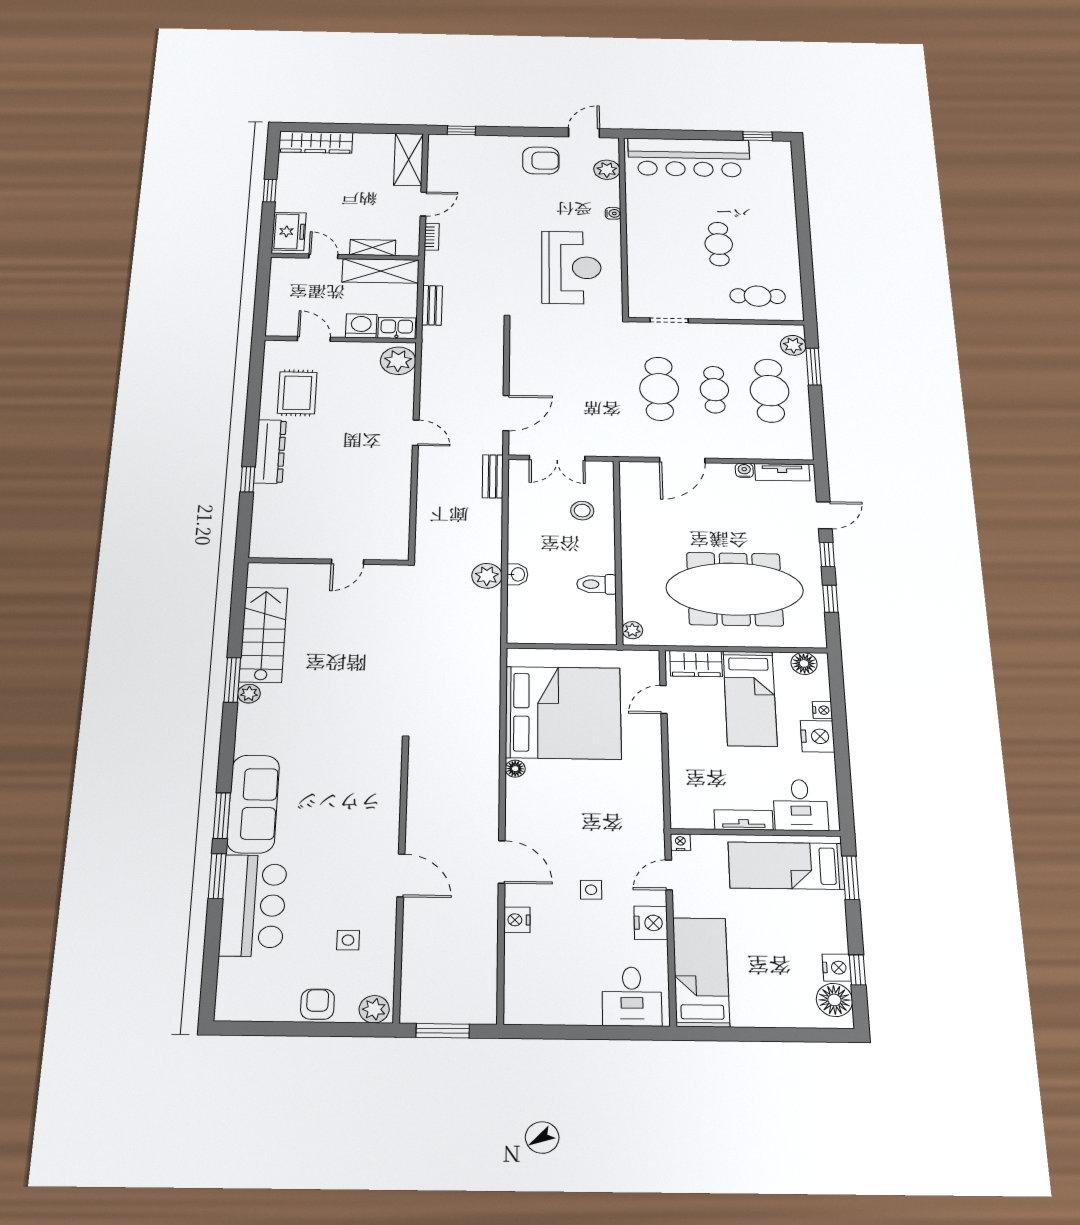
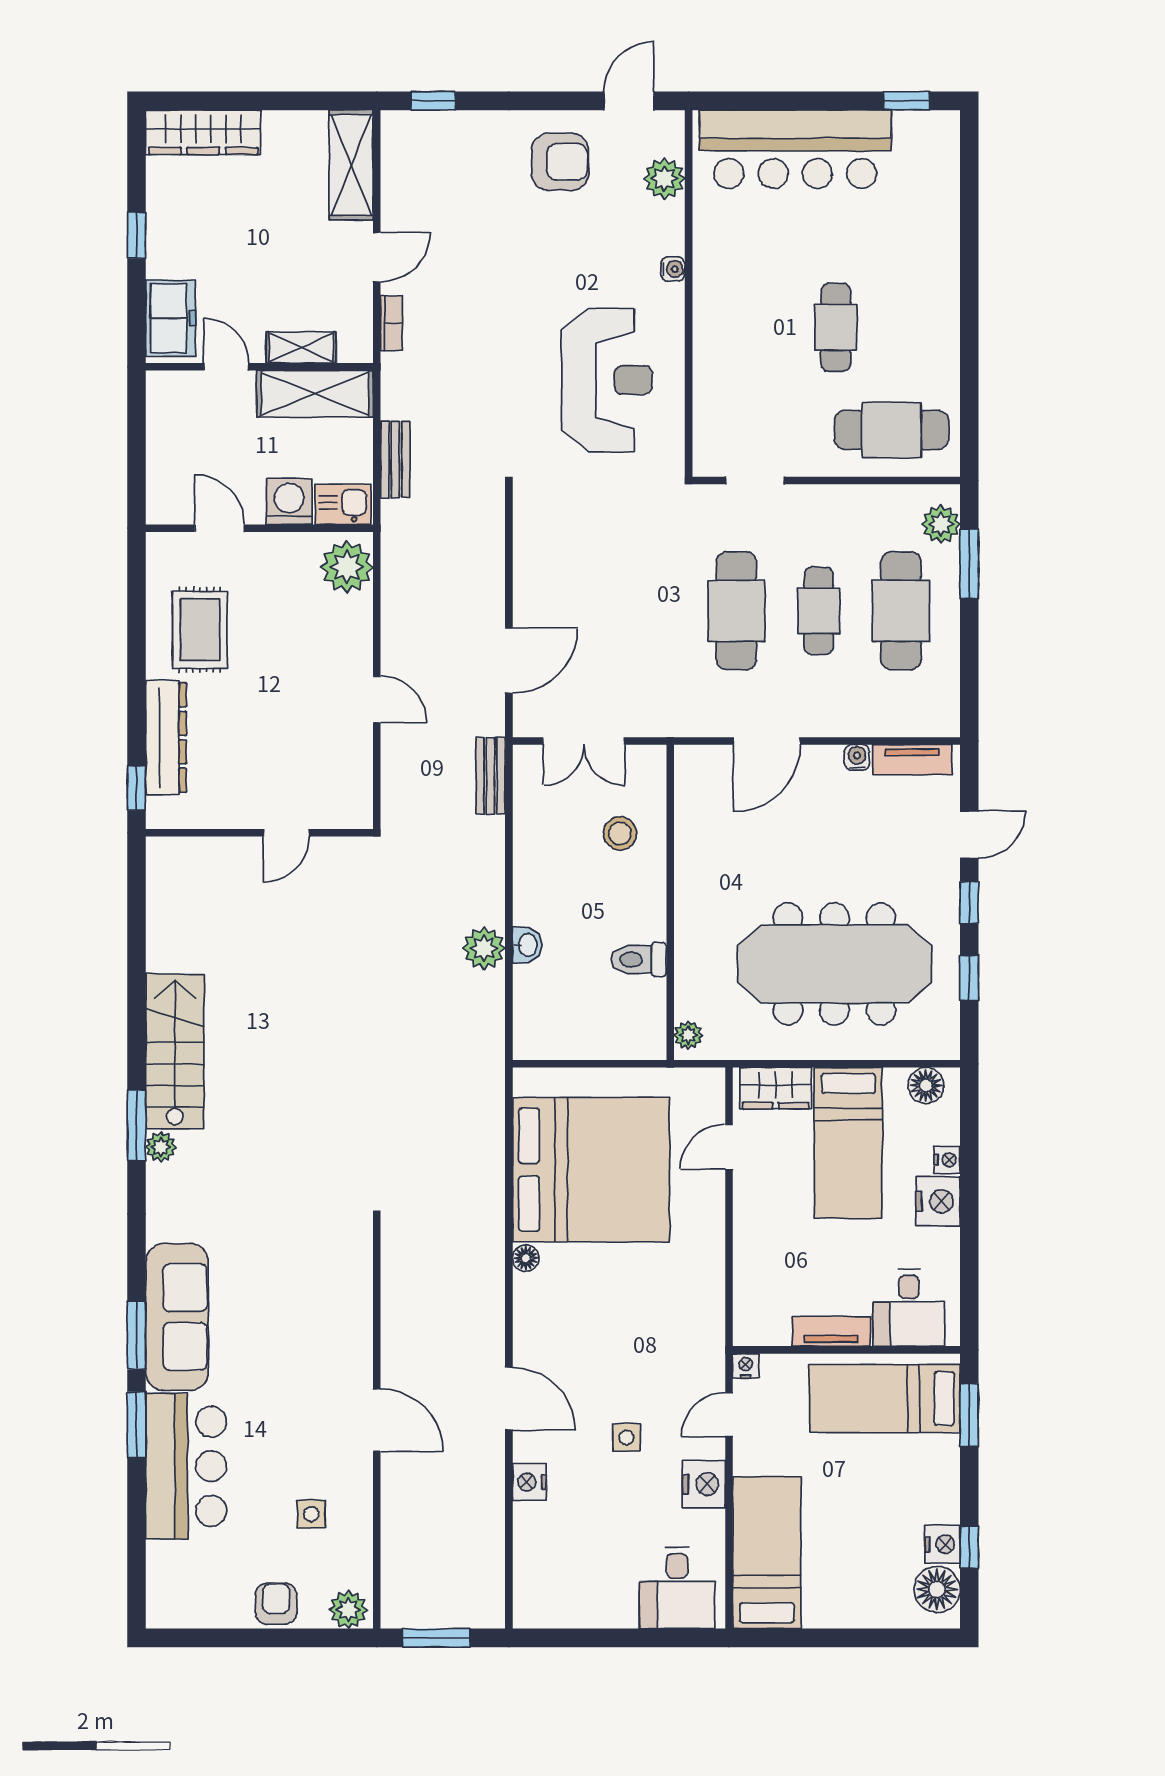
cafe table: (758, 296) -> (891, 430), width x1.37, depth x1.35
wall: (328, 561) -> (259, 833), moved
door: (347, 562) -> (286, 833), moved

